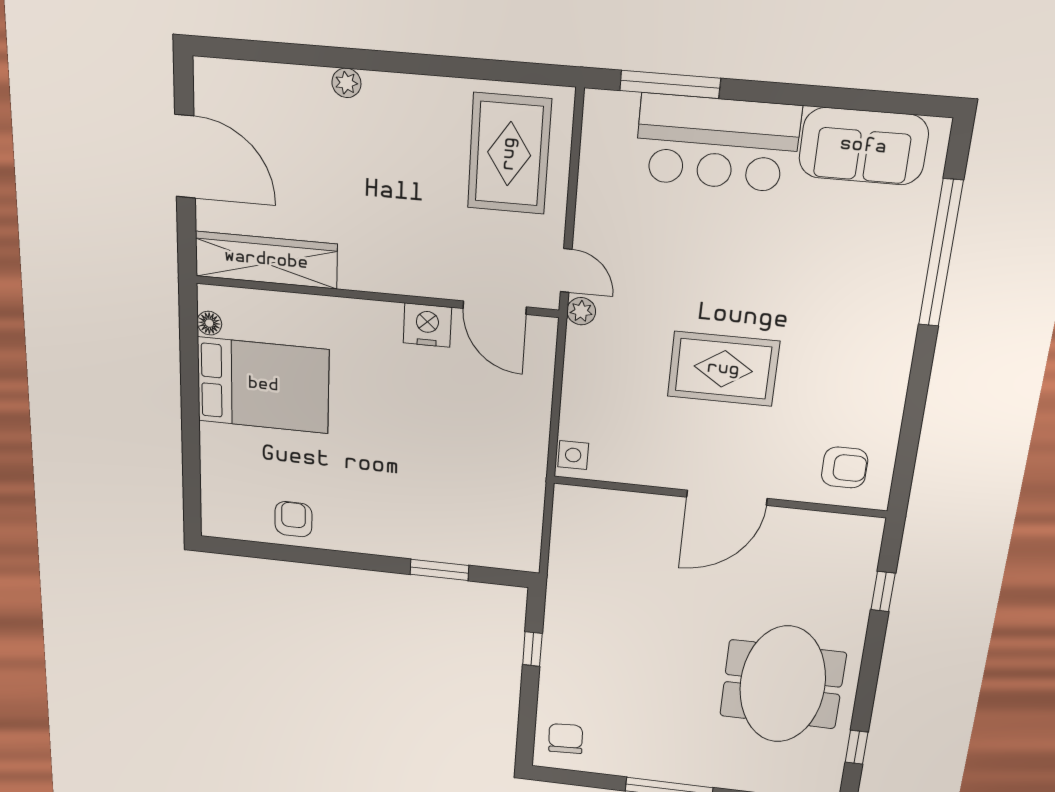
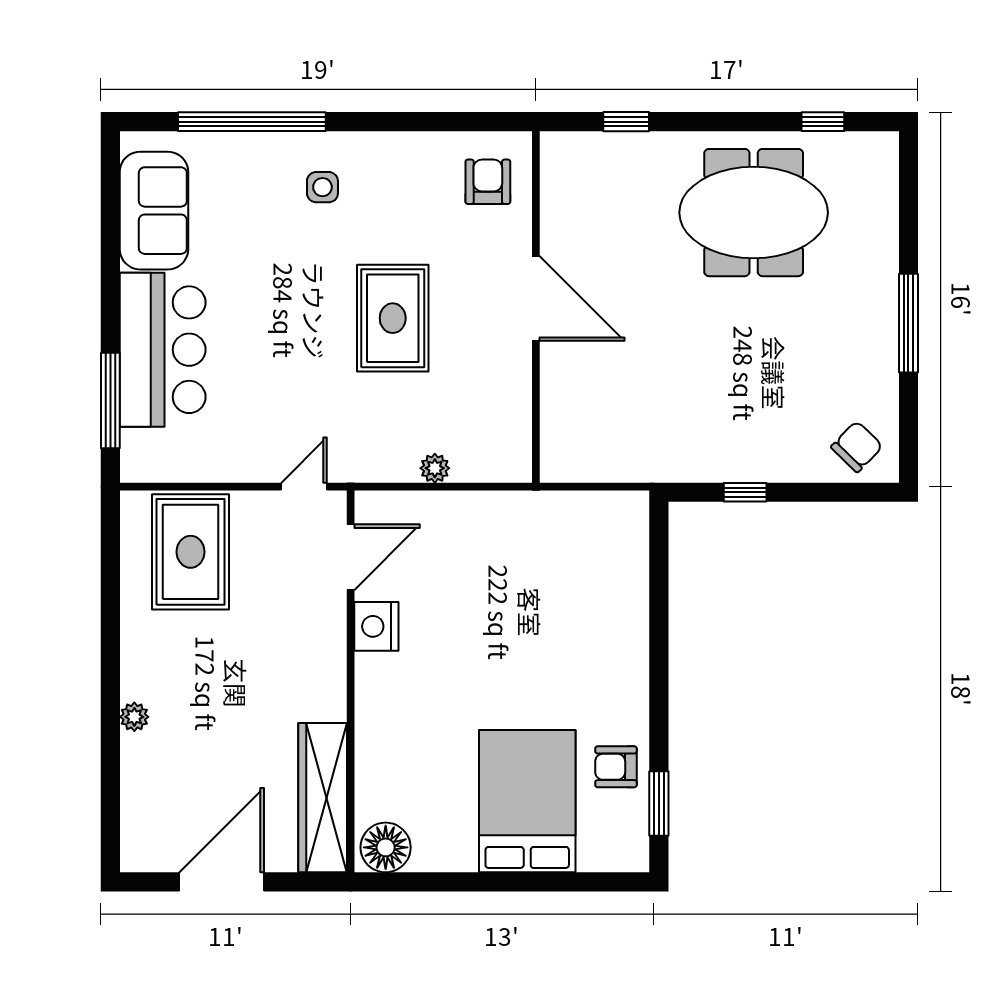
rug: (509, 154) -> (191, 552), turned 90
plant: (581, 311) -> (435, 468), moved
floor lamp: (209, 323) -> (386, 847), width x1.89, depth x1.89
bed: (263, 385) -> (527, 801), moved
side table: (573, 455) -> (322, 187), moved
window: (439, 570) -> (659, 804), moved
chair: (566, 739) -> (857, 447), turned 137

